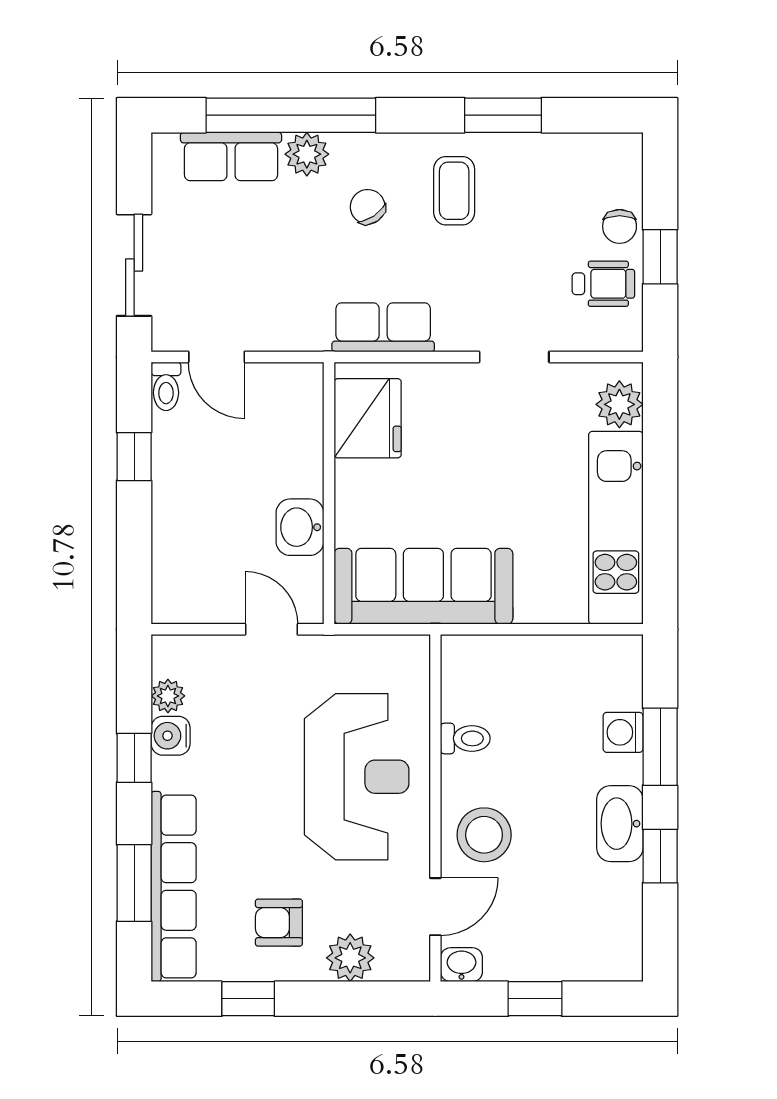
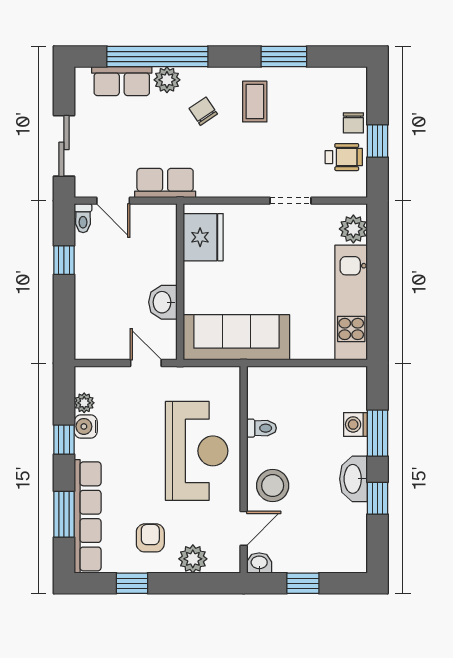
row of seats: (383, 327) -> (165, 183), moved
armchair: (279, 923) -> (150, 538), turned 90

